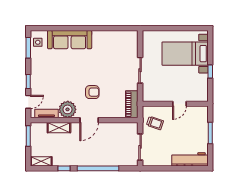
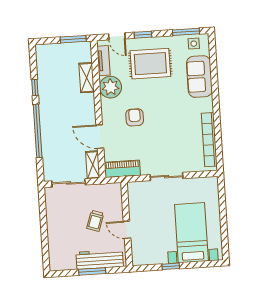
bookcase: (113, 35) -> (209, 140), added
sofa: (70, 40) -> (199, 77), width x0.73
rug: (51, 77) -> (150, 64), added
armchair: (92, 92) -> (135, 117), turned 180
door: (89, 120) -> (100, 137), moved
trolley: (155, 123) -> (95, 221), moved
workbench: (190, 159) -> (100, 259), moved, turned -90
shelving: (41, 161) -> (93, 165), moved

